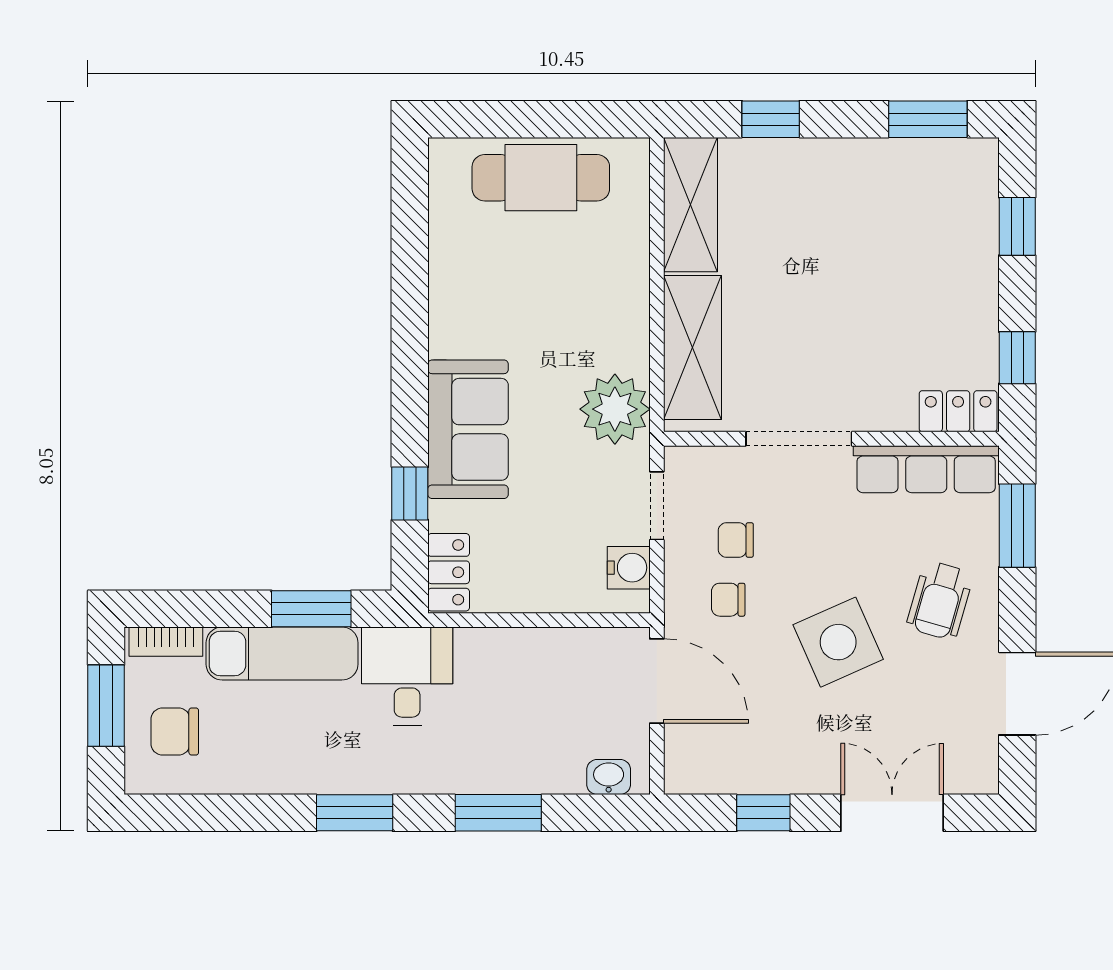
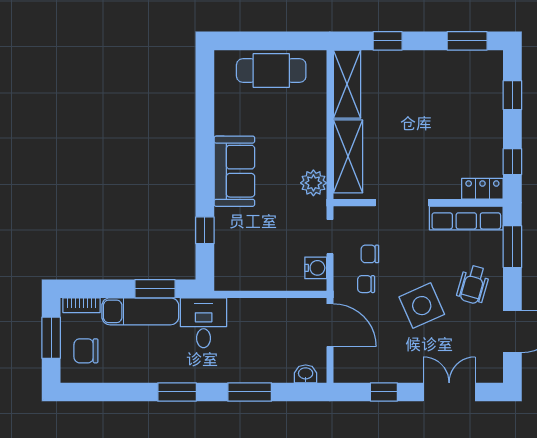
plant: (615, 409) -> (313, 183), width x0.73, depth x0.73
sofa: (468, 429) -> (234, 171), moved
locker: (449, 572) -> (225, 270), removed

